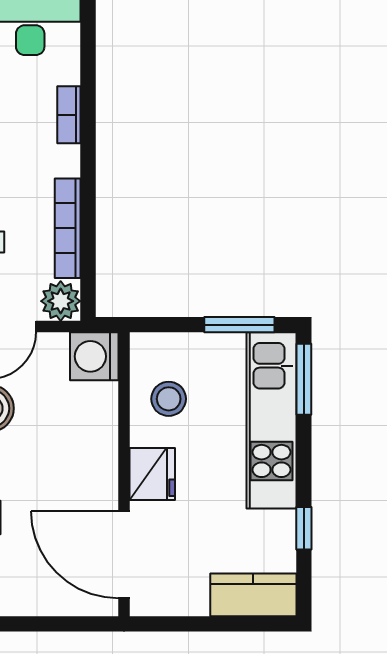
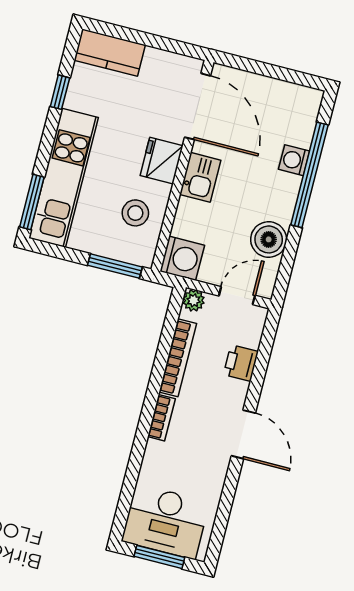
bookcase: (69, 115) -> (161, 418), moved
plant: (61, 301) -> (194, 300), width x0.73, depth x0.73
window: (239, 325) -> (115, 266), moved
kitchen sink: (98, 465) -> (200, 177), added

